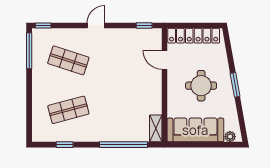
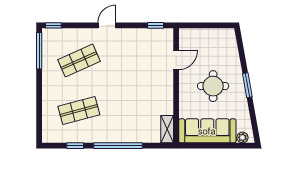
locker: (194, 36) -> (206, 36), removed
shop shelf: (68, 60) -> (79, 61), turned -42
door: (164, 60) -> (176, 60), swing flipped
window: (123, 145) -> (118, 146), moved

